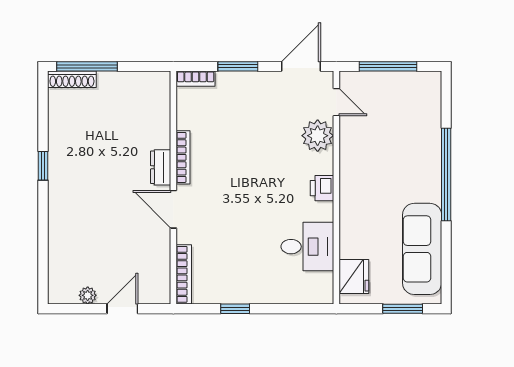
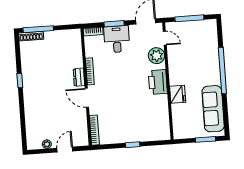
printer: (322, 188) -> (158, 82), width x1.87, depth x1.48
desk: (307, 247) -> (117, 39), moved, turned -90
fridge: (354, 277) -> (178, 94), moved
window: (235, 309) -> (133, 145), moved

